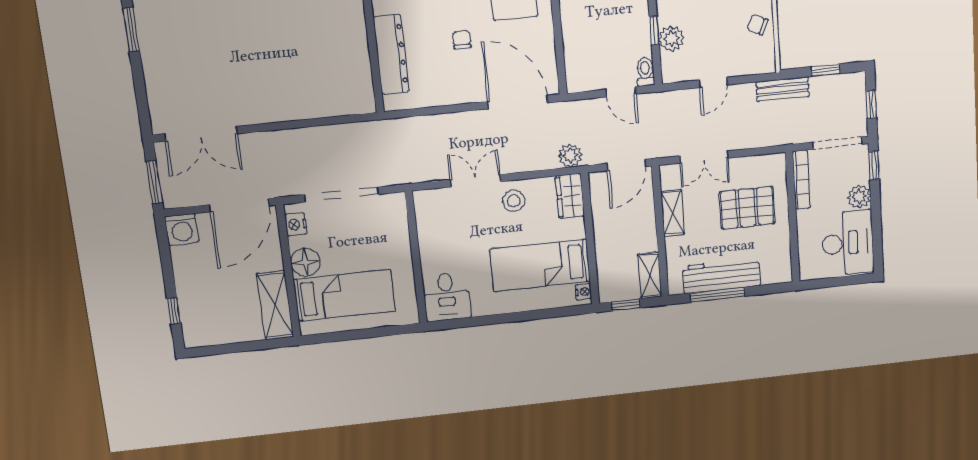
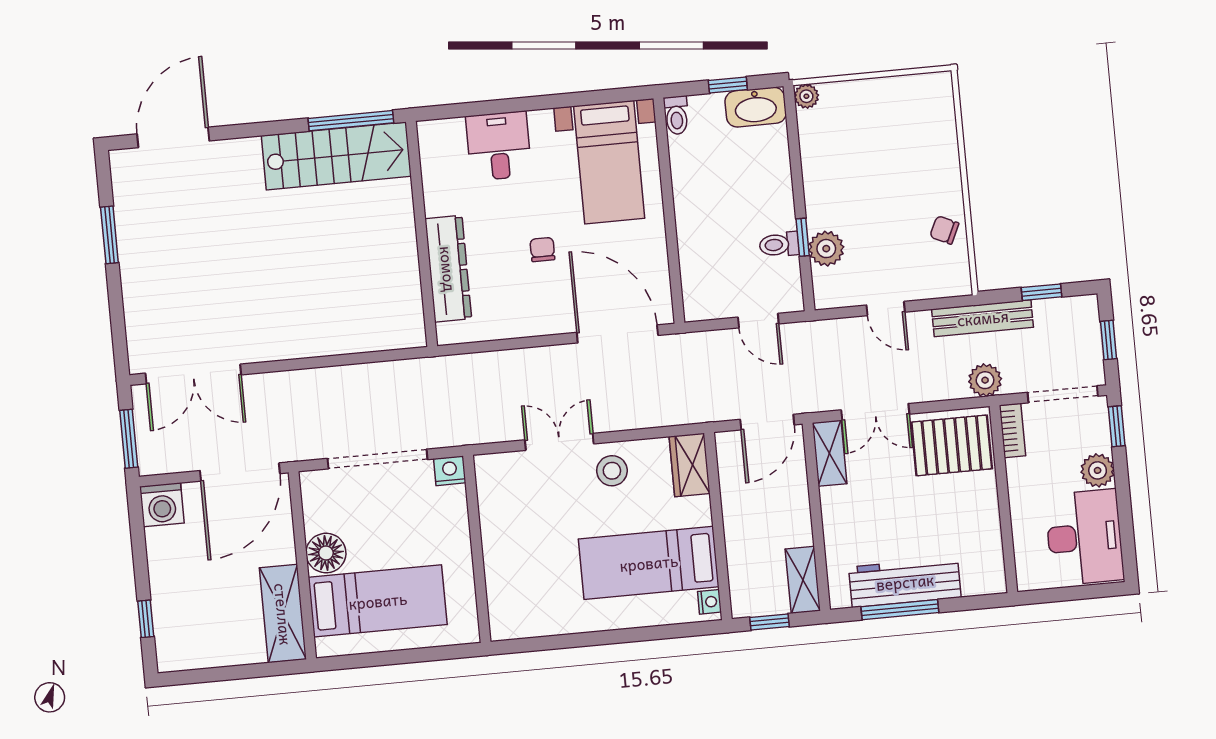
toilet: (645, 72) -> (779, 245), moved, turned -90
door: (713, 82) -> (886, 309), hinge flipped
bench: (783, 89) -> (983, 318), width x1.36
plant: (570, 155) -> (985, 380), moved
bookcase: (801, 180) -> (1012, 430), width x0.64
pallet: (747, 208) -> (952, 445), moved
shelving: (672, 213) -> (830, 453), moved
nightstand: (296, 224) -> (450, 471), moved, turned 90
desk: (447, 297) -> (518, 606), removed

